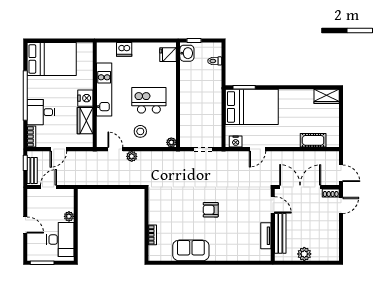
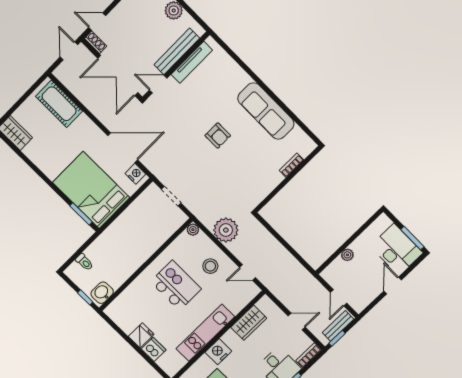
fridge: (168, 55) -> (141, 335), moved, turned -90
nightstand: (85, 98) -> (218, 352), moved
kitchen island: (149, 100) -> (176, 285), turned 180
cot: (313, 140) -> (59, 104), width x1.37, depth x1.34
door: (115, 149) -> (248, 272), hinge flipped
door: (257, 149) -> (123, 148), width x1.87
plant: (132, 156) -> (226, 230), moved, width x1.87, depth x1.87
door: (49, 187) -> (339, 298), hinge flipped
door: (273, 205) -> (158, 84), hinge flipped
tv unit: (266, 236) -> (192, 62), width x1.41
desk: (60, 240) -> (396, 250), moved, turned 90
sofa: (191, 250) -> (266, 111), width x1.36

